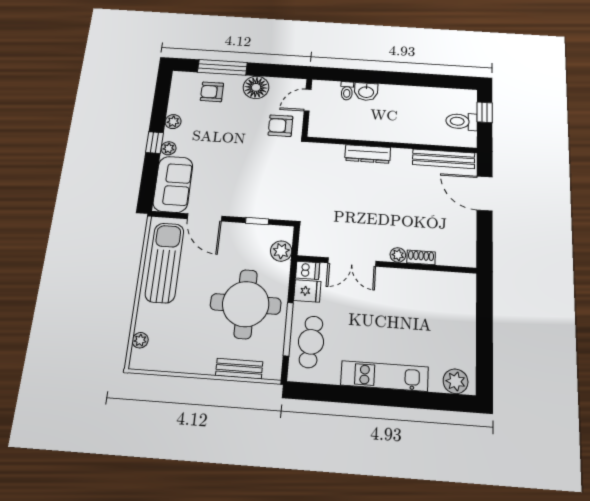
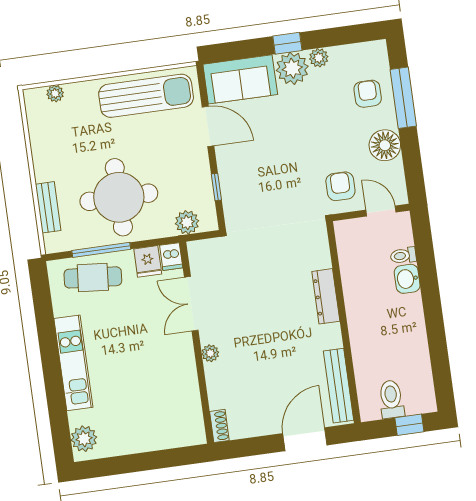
plant: (169, 148) -> (292, 68), width x1.88, depth x1.88
door: (205, 217) -> (208, 126), swing flipped
shoe rack: (421, 257) -> (219, 426), moved

